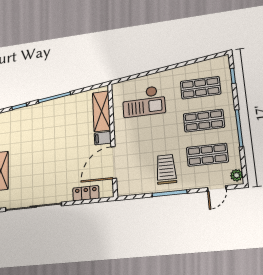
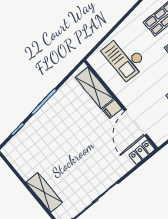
checkout: (144, 101) -> (124, 58), turned 90
locker: (86, 193) -> (142, 152), moved

